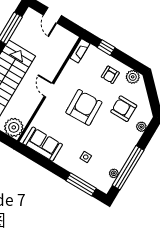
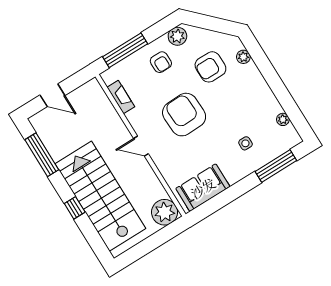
window: (106, 48) -> (125, 50), width x2.17
fireplace: (80, 51) -> (121, 97), moved
window: (128, 168) -> (285, 99), removed

